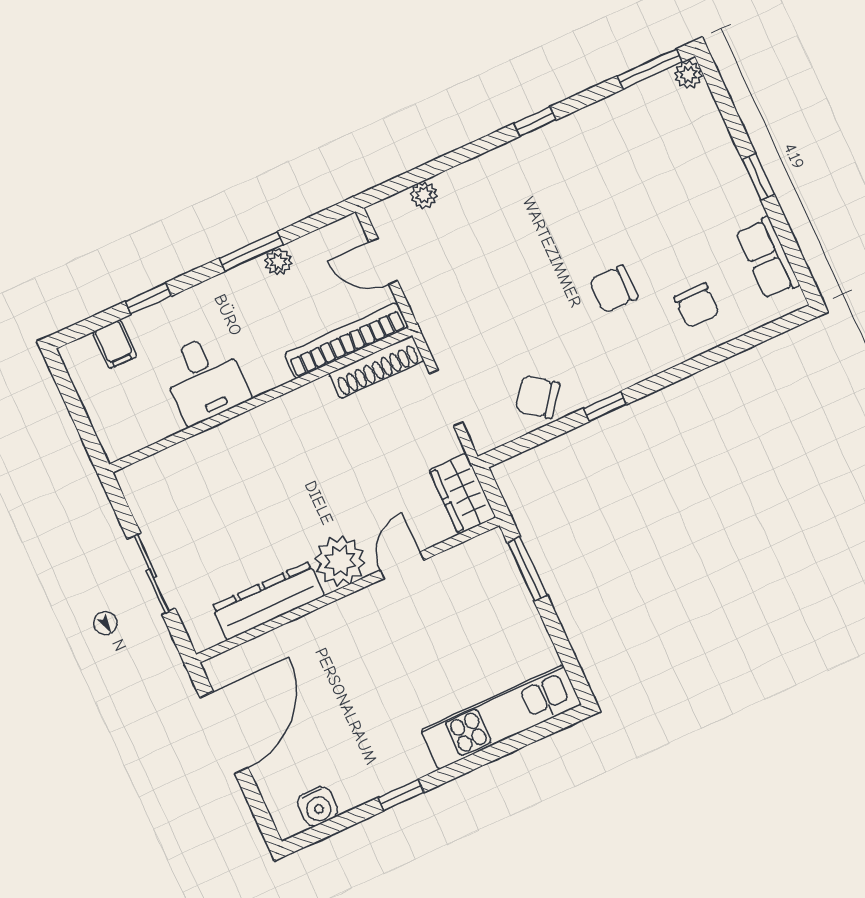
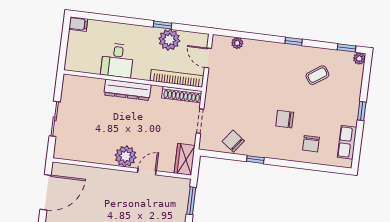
window: (649, 69) -> (347, 48), width x0.67
coffee table: (625, 160) -> (317, 75), added
window: (251, 251) -> (163, 25), width x0.67
plant: (278, 262) -> (169, 40), width x1.88, depth x1.88
window: (148, 299) -> (115, 19), removed
filing cabinet: (115, 344) -> (78, 24), moved, turned -90
dresser: (268, 601) -> (127, 90), moved, turned 180

